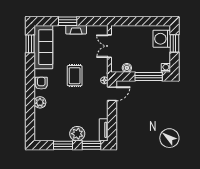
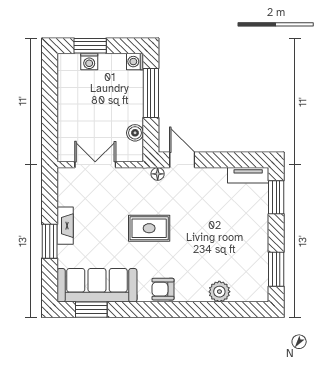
washing machine: (162, 39) -> (89, 62), width x0.53, depth x0.53
double door: (109, 46) -> (95, 165), swing flipped
plant: (40, 102) -> (219, 292), moved
plant: (77, 134) -> (255, 223), removed
window: (63, 145) -> (276, 269), moved

